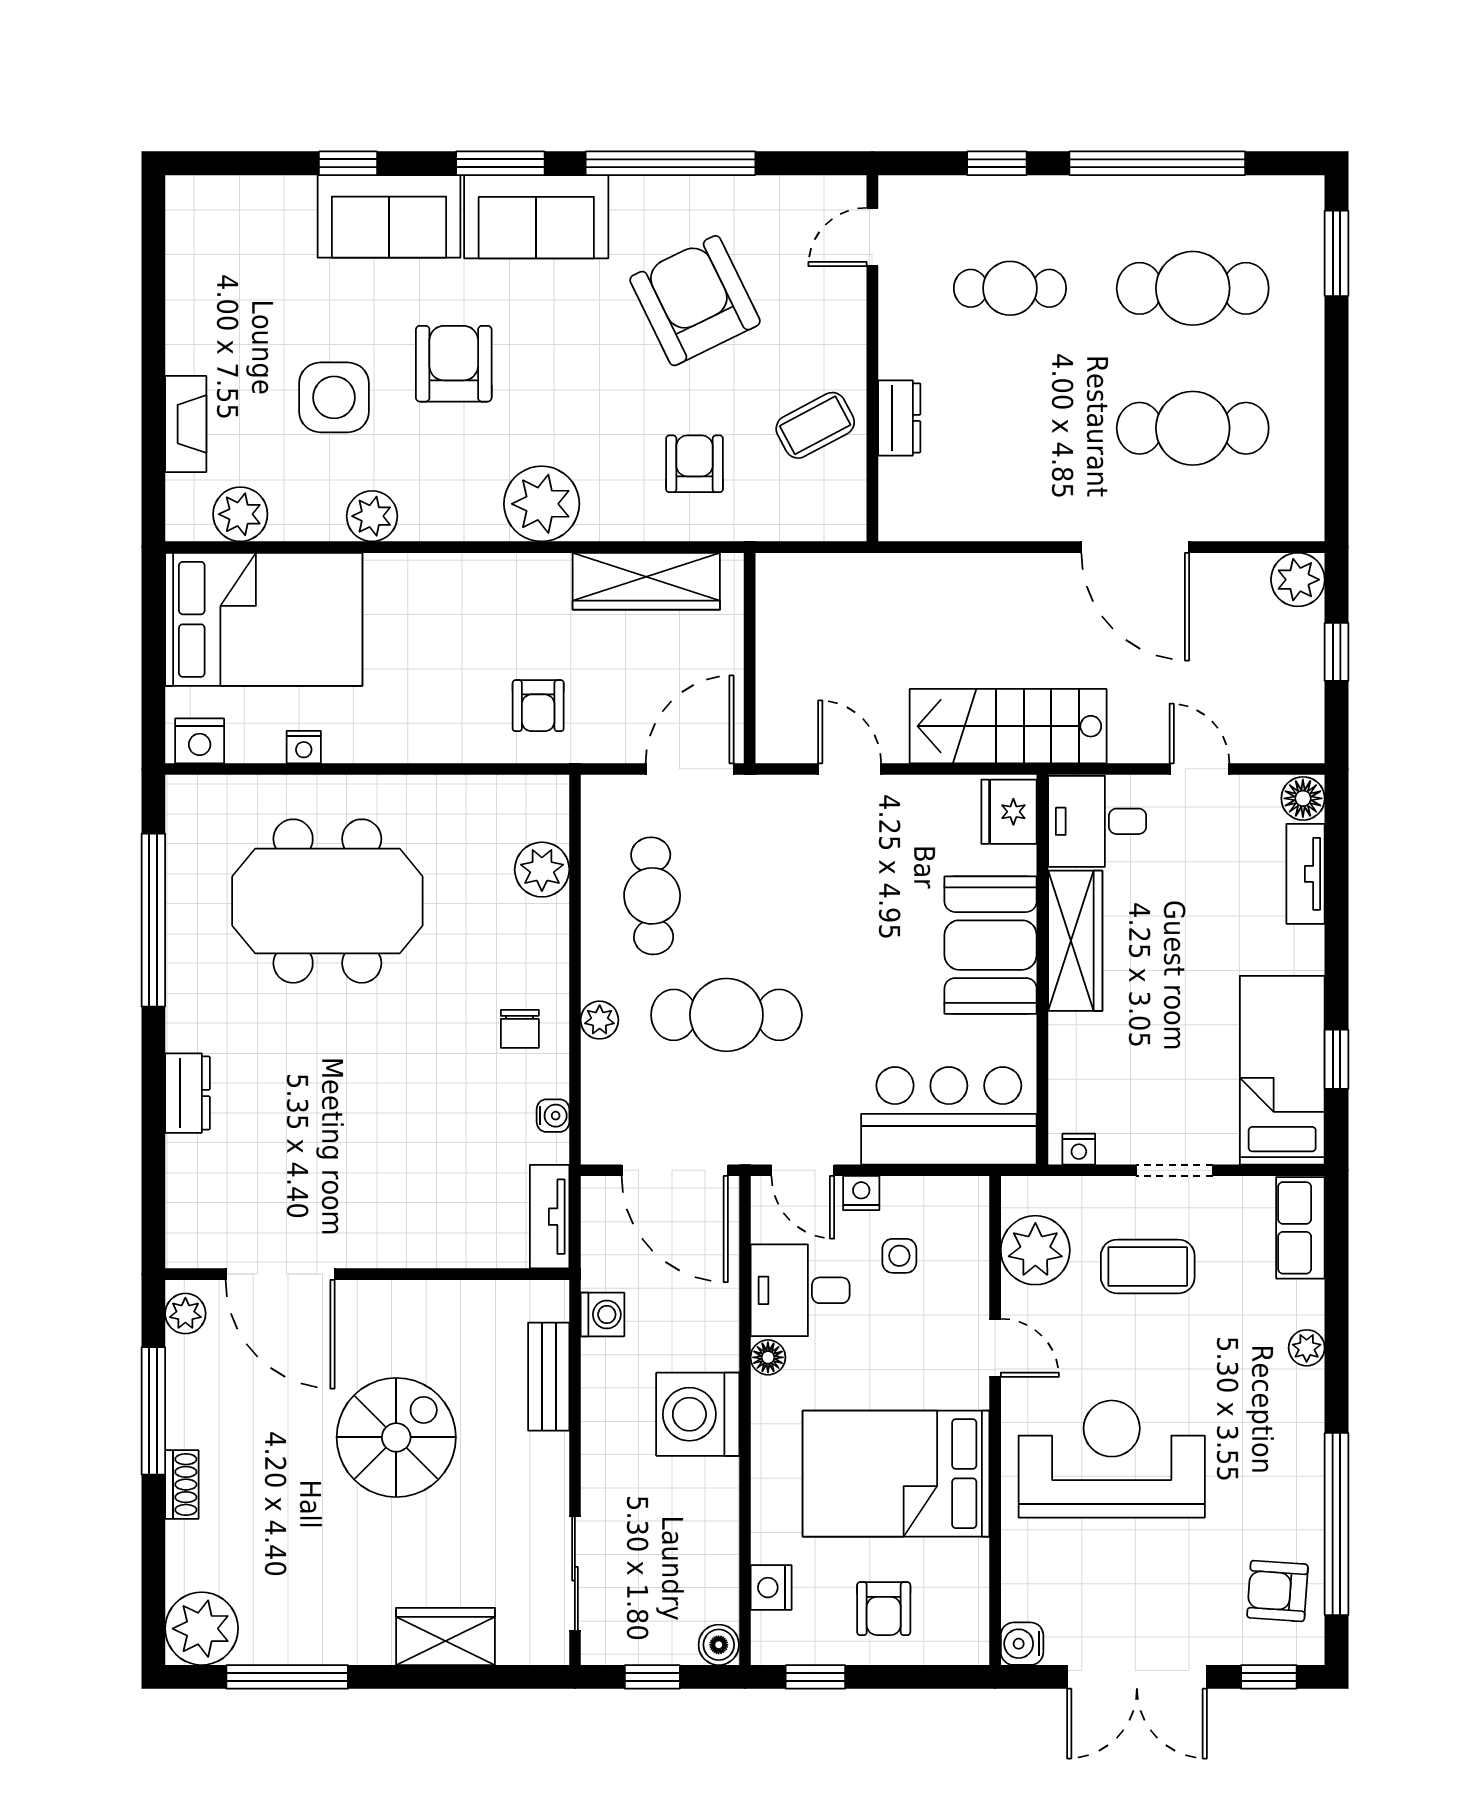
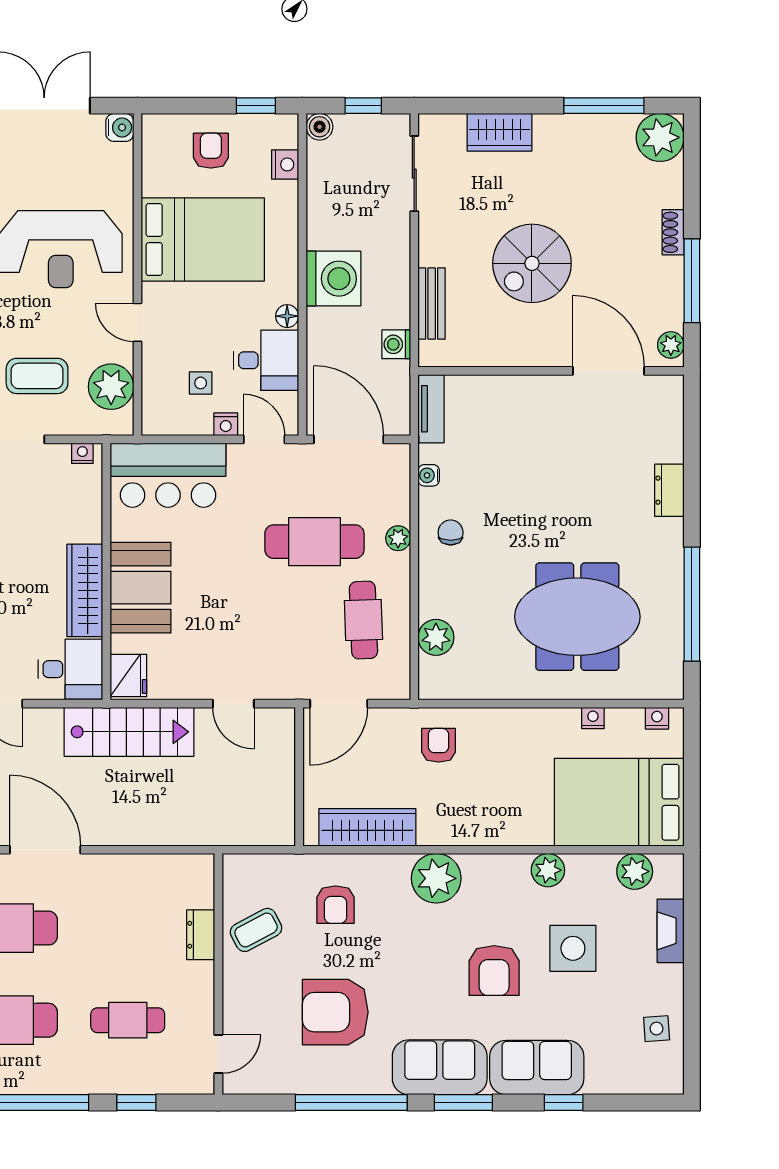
side table: (207, 276) -> (657, 1029), added
armchair: (695, 301) -> (335, 1012), turned 116
nightstand: (200, 741) -> (657, 718), width x0.72, depth x0.74

